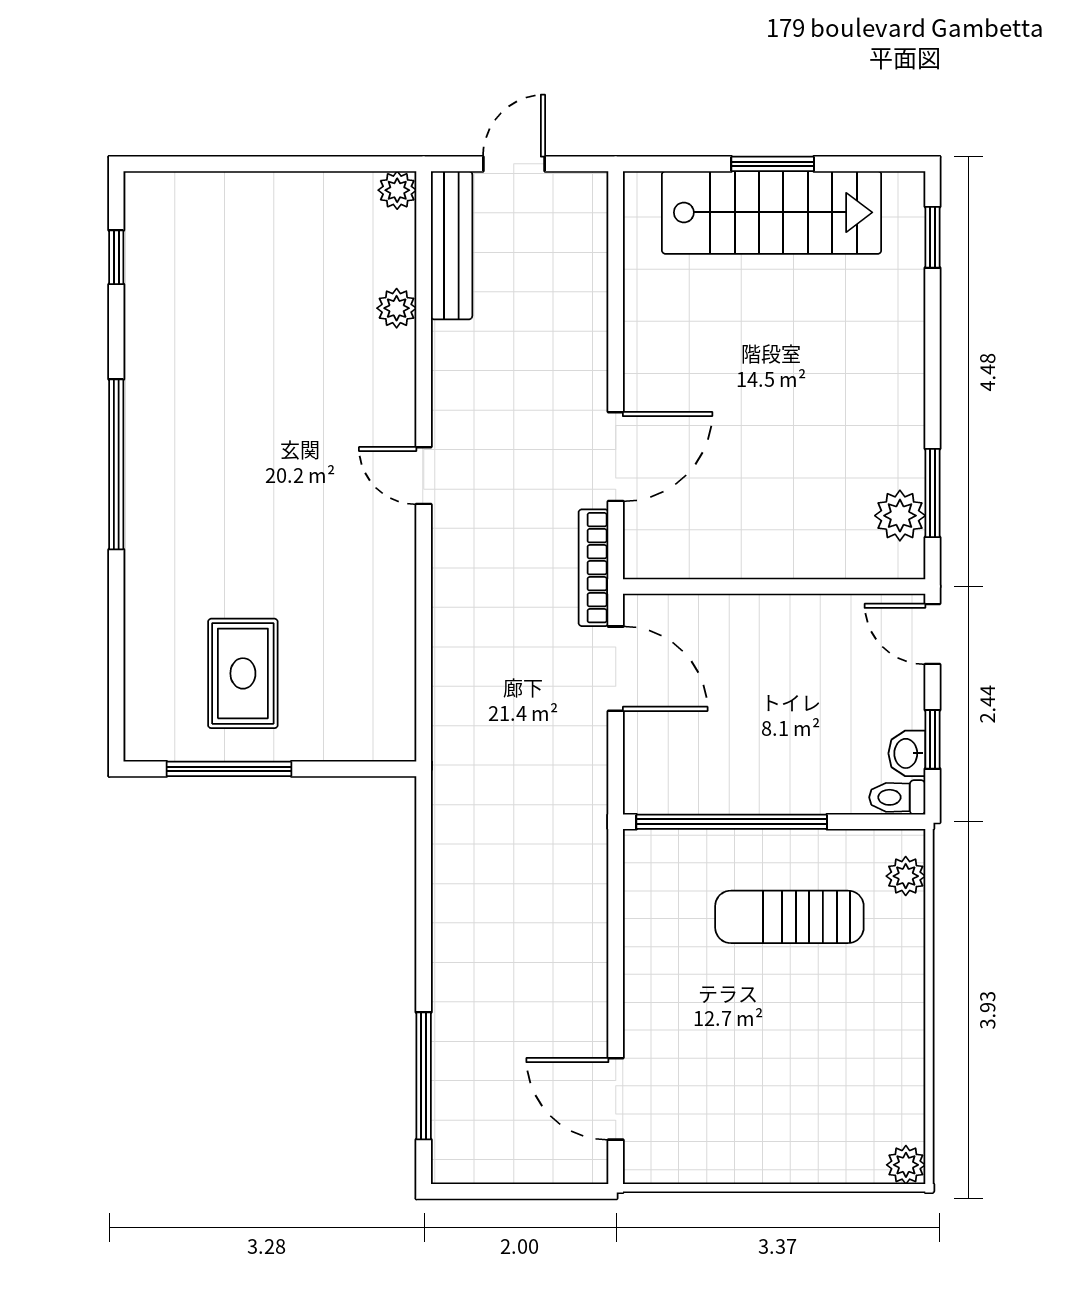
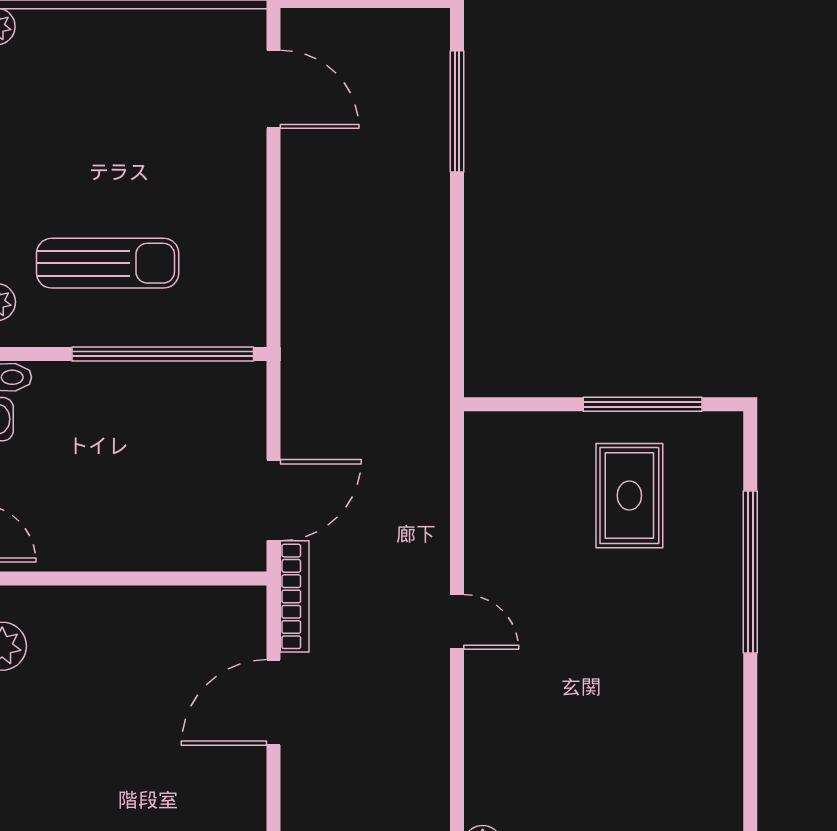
window: (116, 464) -> (750, 572), moved
door: (424, 476) -> (457, 622), moved
door: (616, 669) -> (274, 500), swing flipped

